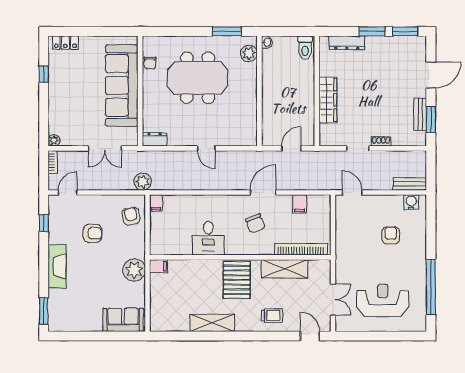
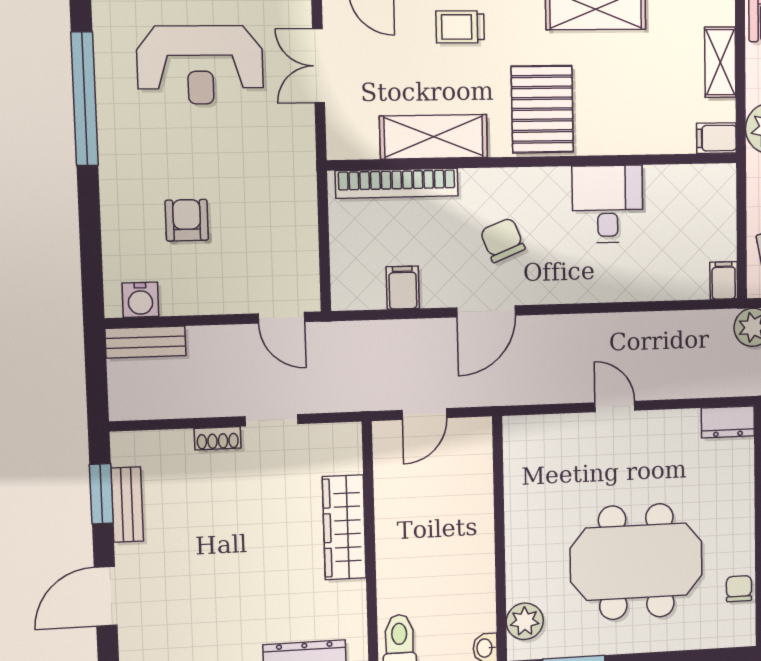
armchair: (391, 235) -> (187, 220), turned 180
shelving: (157, 299) -> (720, 62), added

